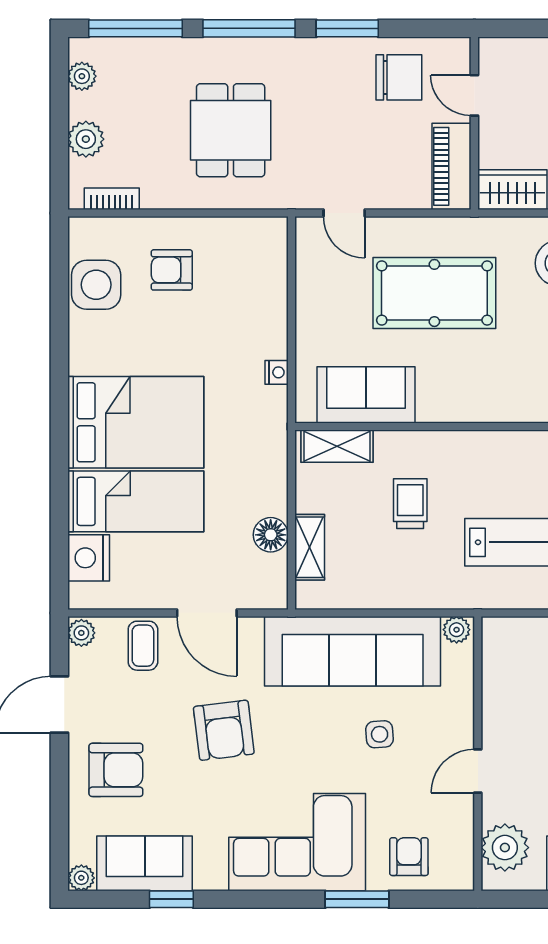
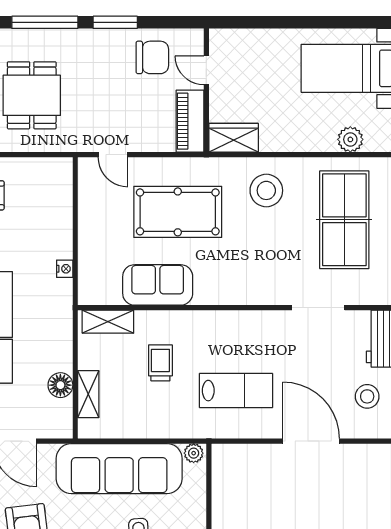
sofa: (366, 395) -> (158, 285), moved

